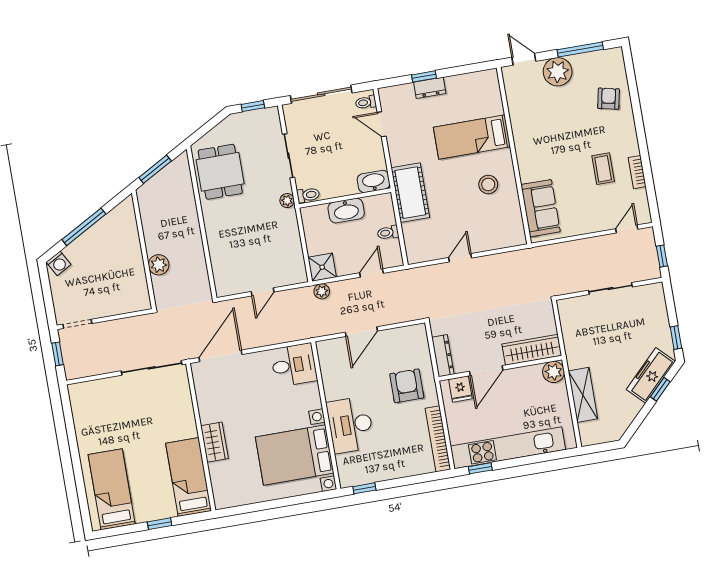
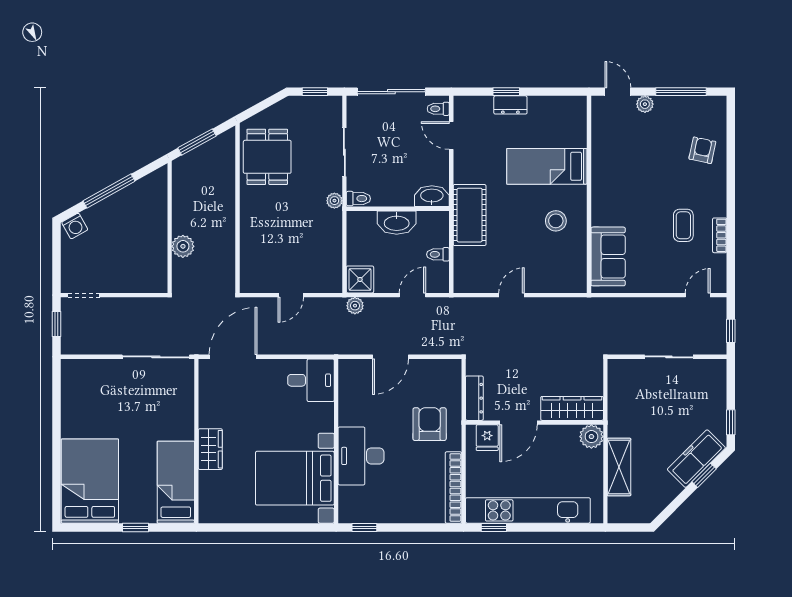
plant: (558, 72) -> (645, 104), width x0.53, depth x0.53
bed: (112, 489) -> (90, 481), width x1.50

